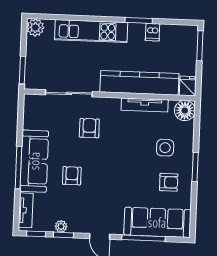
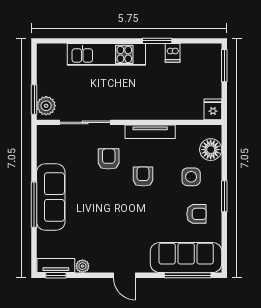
plant: (35, 27) -> (46, 106), moved
kitchen counter: (139, 83) -> (161, 108), removed
tv unit: (145, 105) -> (150, 132), moved
floor lamp: (185, 111) -> (211, 150), moved
armchair: (72, 176) -> (143, 176), moved
tv unit: (26, 210) -> (56, 266), moved, turned -90
window: (63, 235) -> (85, 275), removed
window: (144, 238) -> (188, 275), moved

